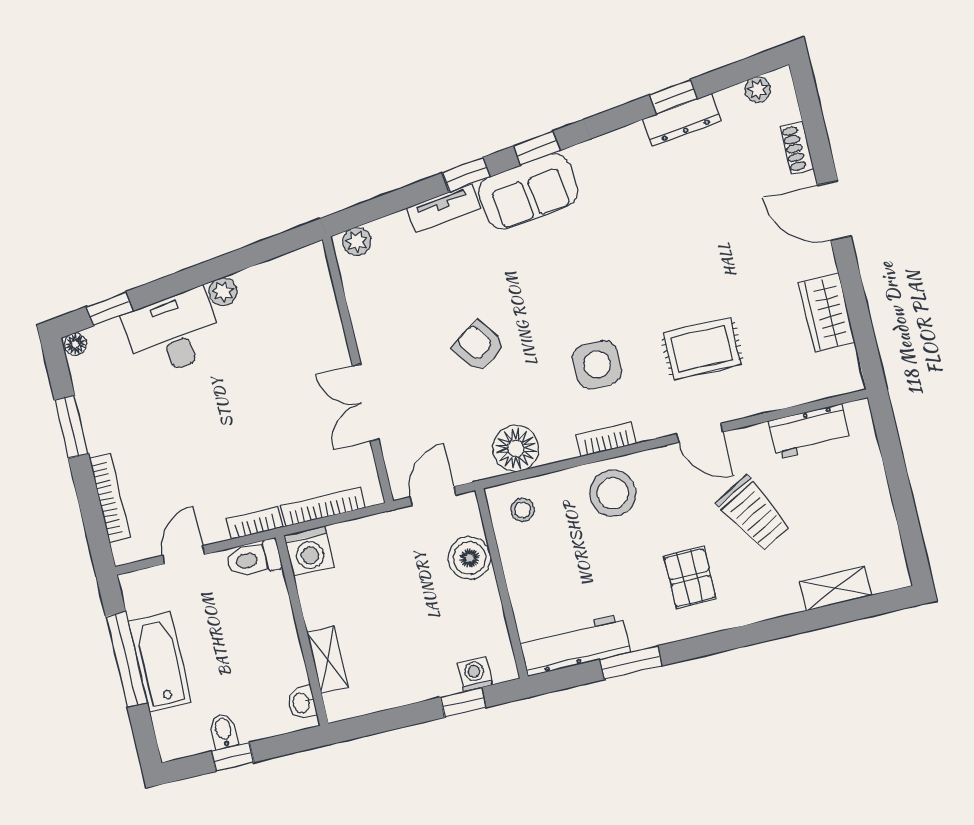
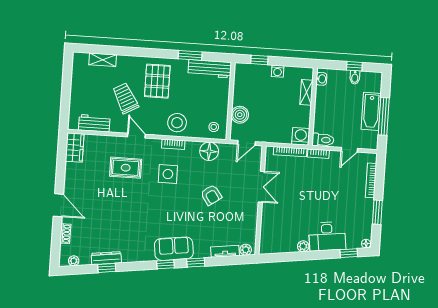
tv unit: (444, 208) -> (225, 251), moved
wardrobe: (827, 313) -> (75, 148), moved
pallet: (690, 578) -> (157, 81), width x1.50, depth x1.42
washing machine: (475, 674) -> (278, 71), moved

